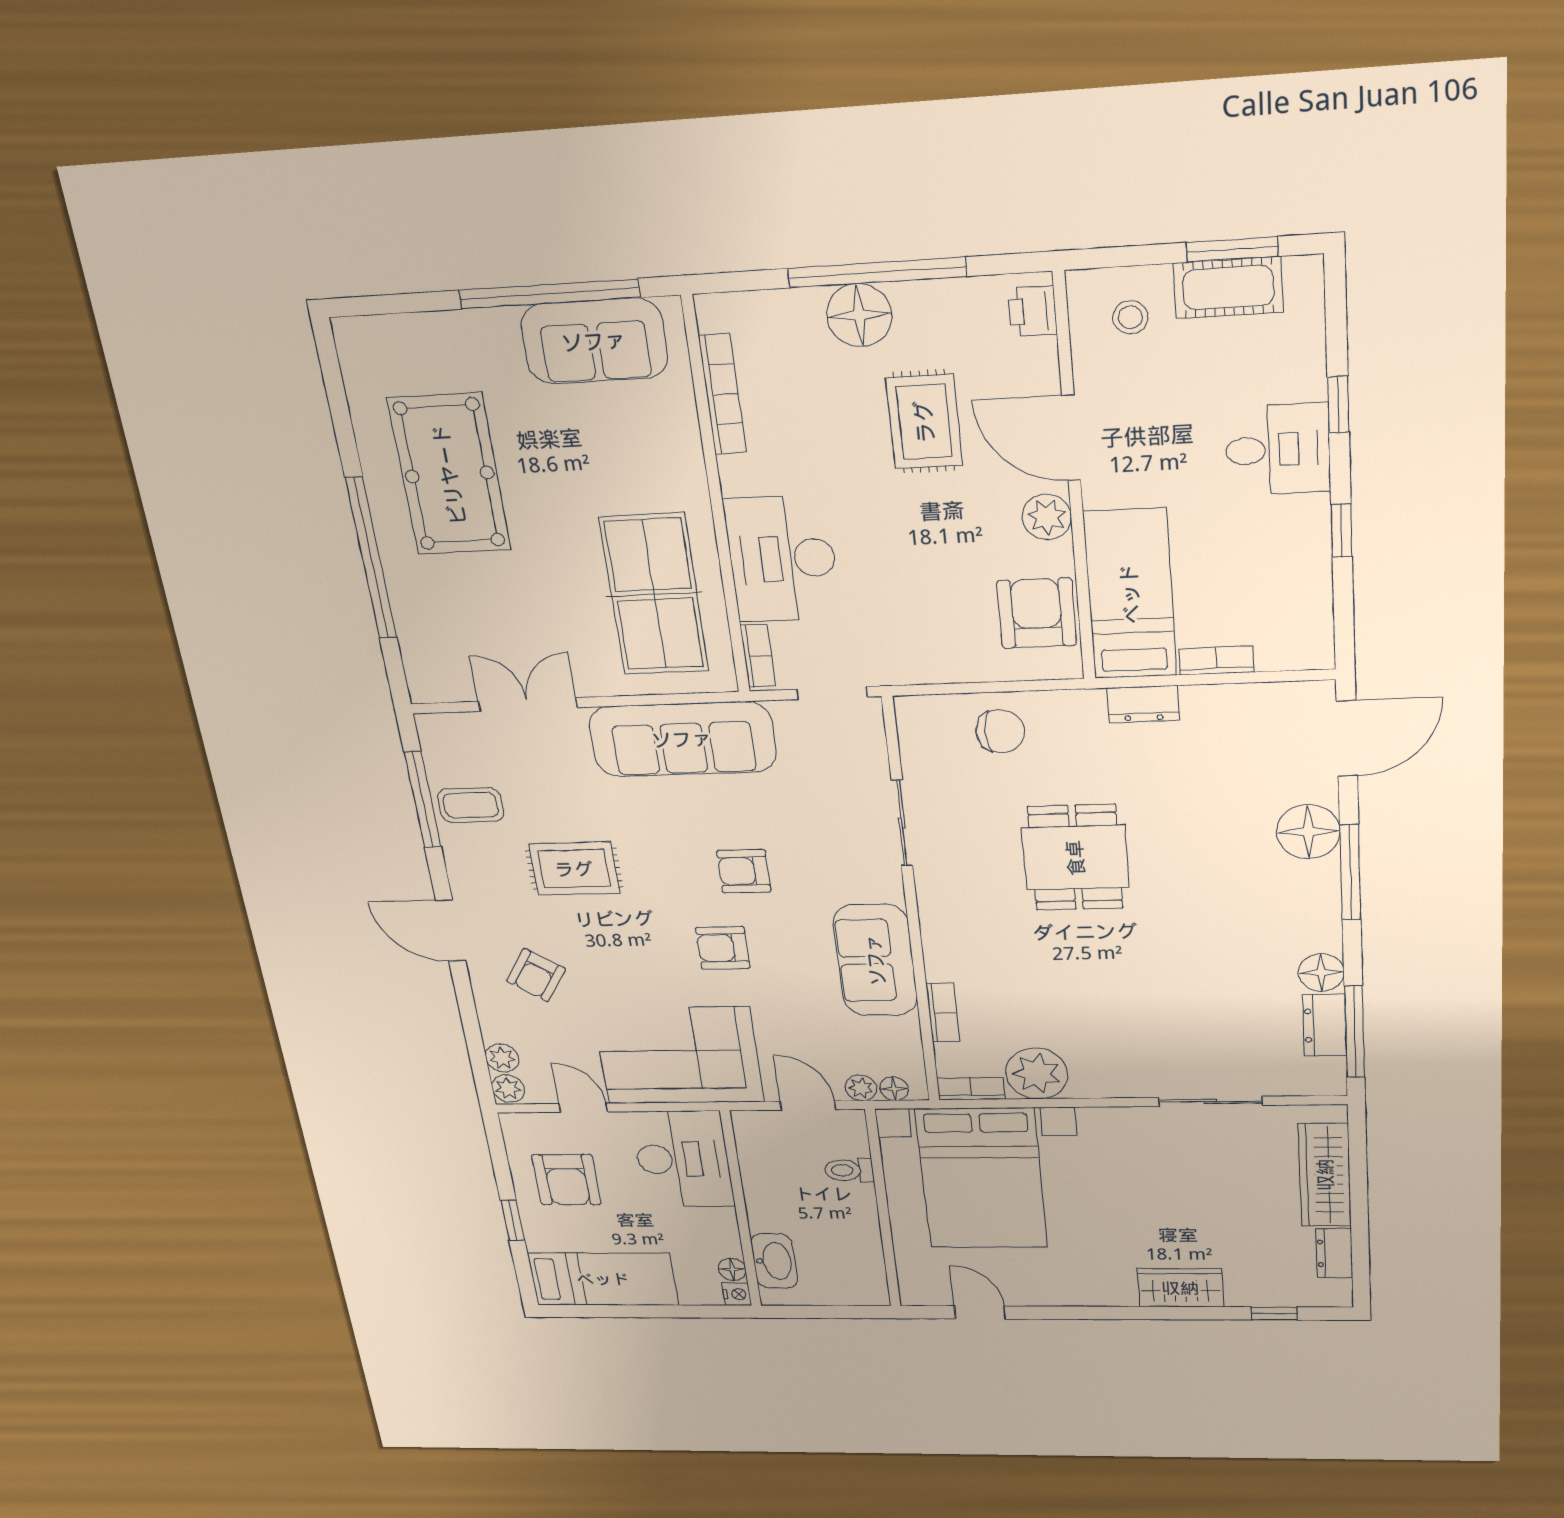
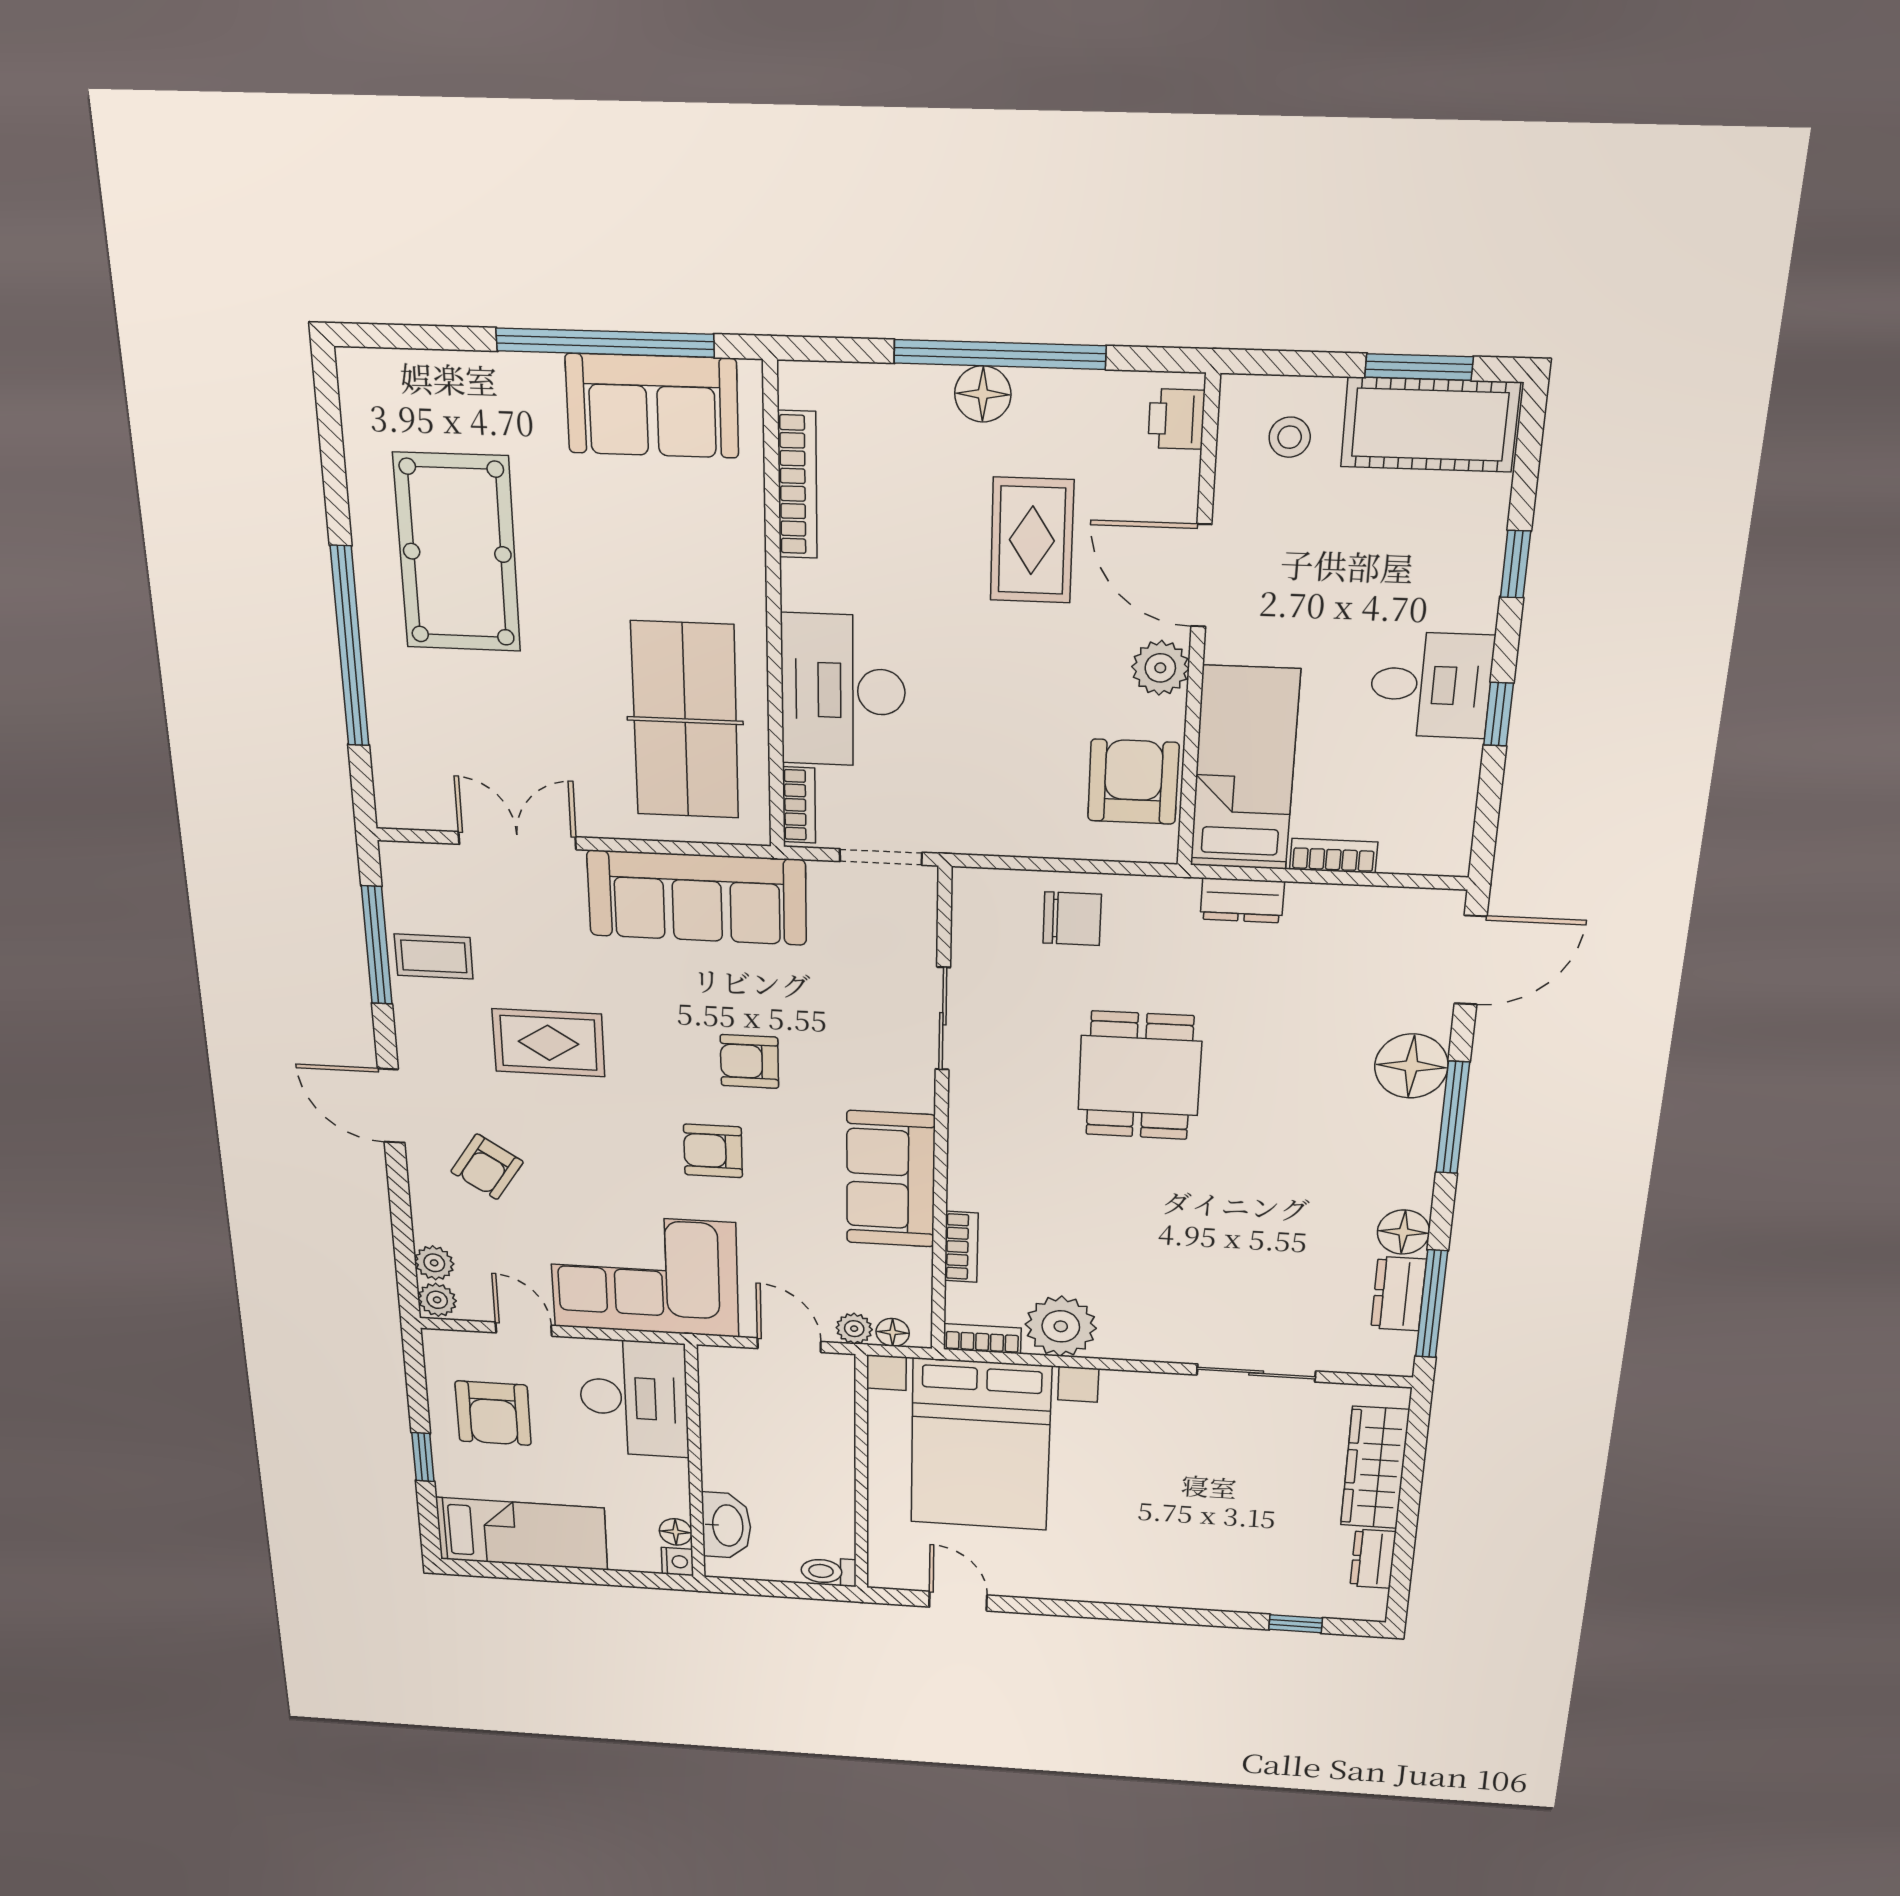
cot: (1228, 288) -> (1430, 425), width x1.37, depth x1.34
floor lamp: (859, 315) -> (983, 394), width x0.73, depth x0.73
desk: (1278, 450) -> (1431, 685), moved
toilet: (849, 1170) -> (829, 1571), moved
wardrobe: (1180, 1288) -> (1192, 1587), removed

